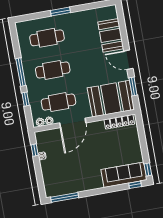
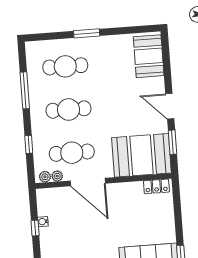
booth: (111, 35) -> (149, 56), moved
window: (21, 72) -> (25, 90), moved
locker: (119, 122) -> (156, 186), width x0.66
door: (73, 123) -> (88, 182), hinge flipped
window: (35, 150) -> (35, 228), moved

